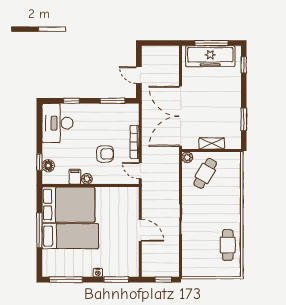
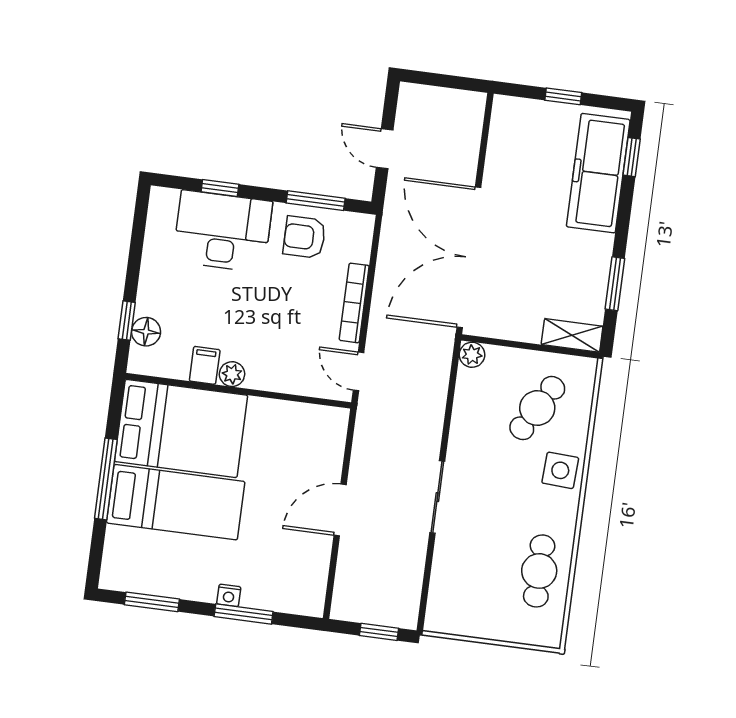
window: (211, 43) -> (563, 96), width x0.46
freezer: (210, 56) -> (598, 173), moved, turned 90
desk: (57, 123) -> (223, 231), moved, turned 90
shelving: (212, 144) -> (572, 335), moved
armchair: (105, 154) -> (304, 237), moved, turned 180
cafe table: (205, 173) -> (537, 408), moved
side table: (231, 201) -> (560, 470), added
door: (140, 230) -> (340, 510), swing flipped
window: (66, 280) -> (152, 602), width x0.69
window: (116, 280) -> (244, 614), moved

